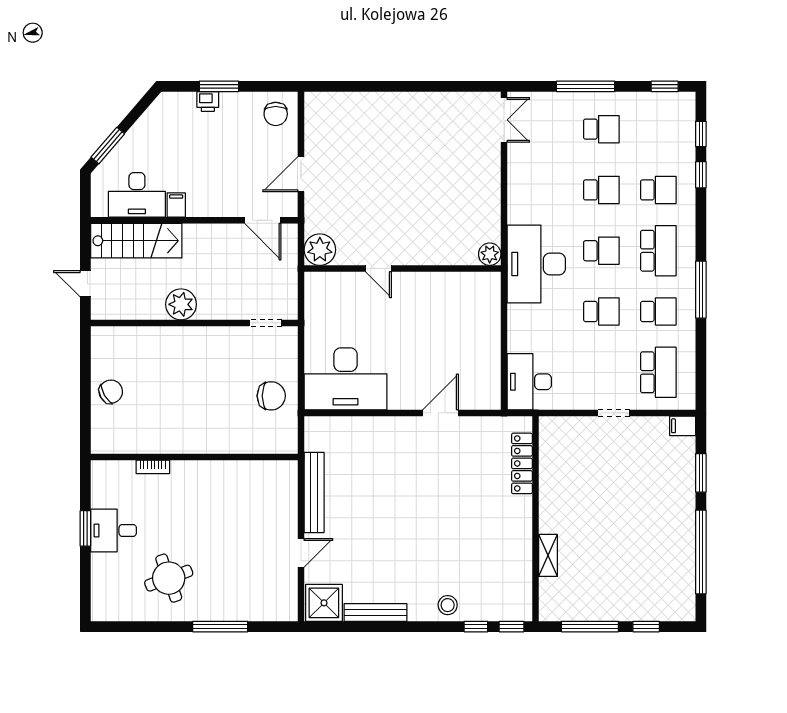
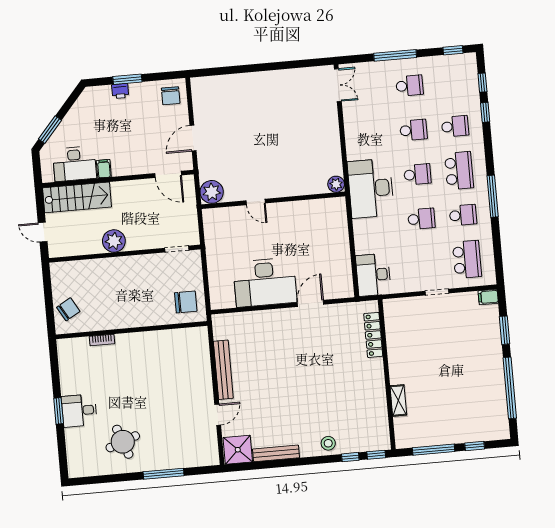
desk: (346, 379) -> (265, 282), moved
wall: (194, 457) -> (132, 330), moved
bookcase: (153, 467) -> (102, 340), moved

